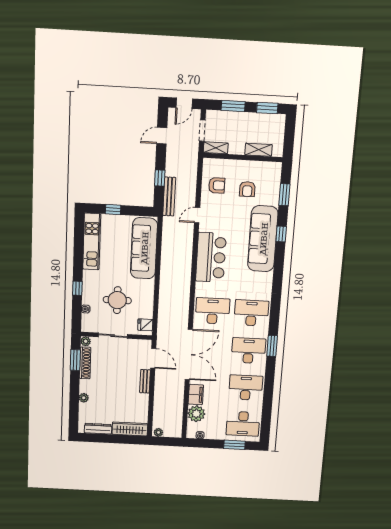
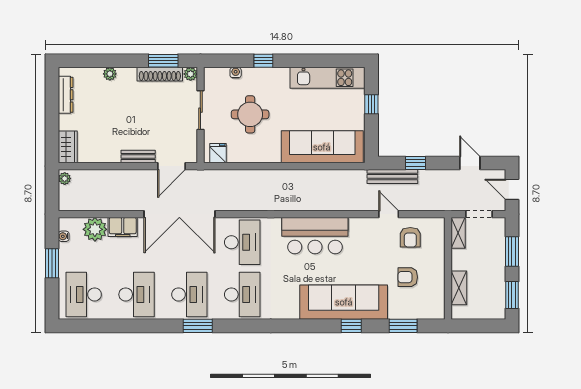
door: (197, 215) -> (389, 214), moved
wardrobe: (130, 429) -> (68, 147), width x0.67
window: (234, 445) -> (52, 263), moved

